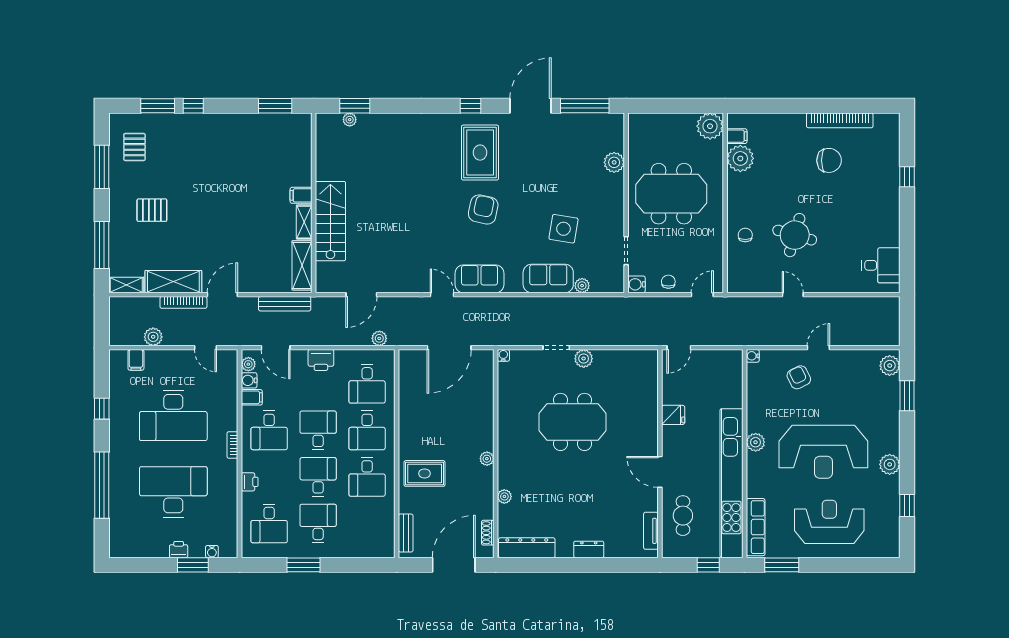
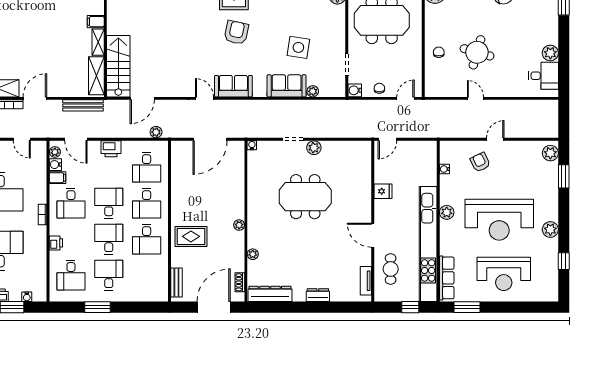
stairs: (330, 221) -> (118, 66), moved
plant: (890, 236) -> (550, 53), added
water cooler: (753, 356) -> (445, 169), moved
reception desk: (829, 522) -> (504, 274), turned 180

